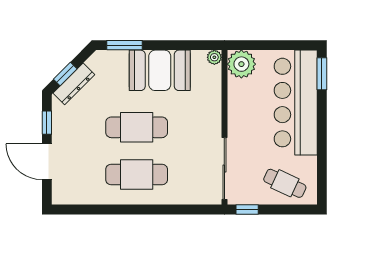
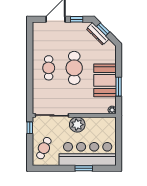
window: (125, 45) -> (119, 87), moved
plant: (241, 64) -> (77, 125), moved
window: (322, 74) -> (84, 168), moved
cafe table: (137, 175) -> (49, 68), width x0.73, depth x0.74

